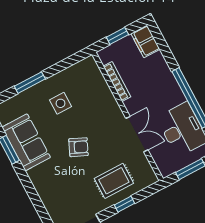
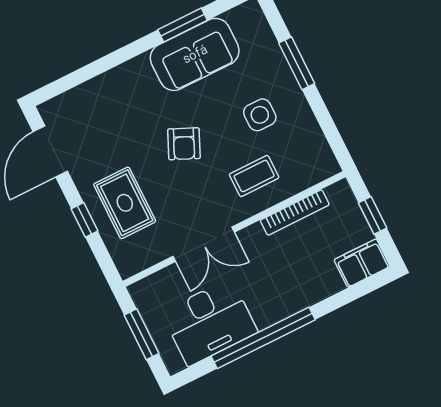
coffee table: (96, 106) -> (254, 176), added

